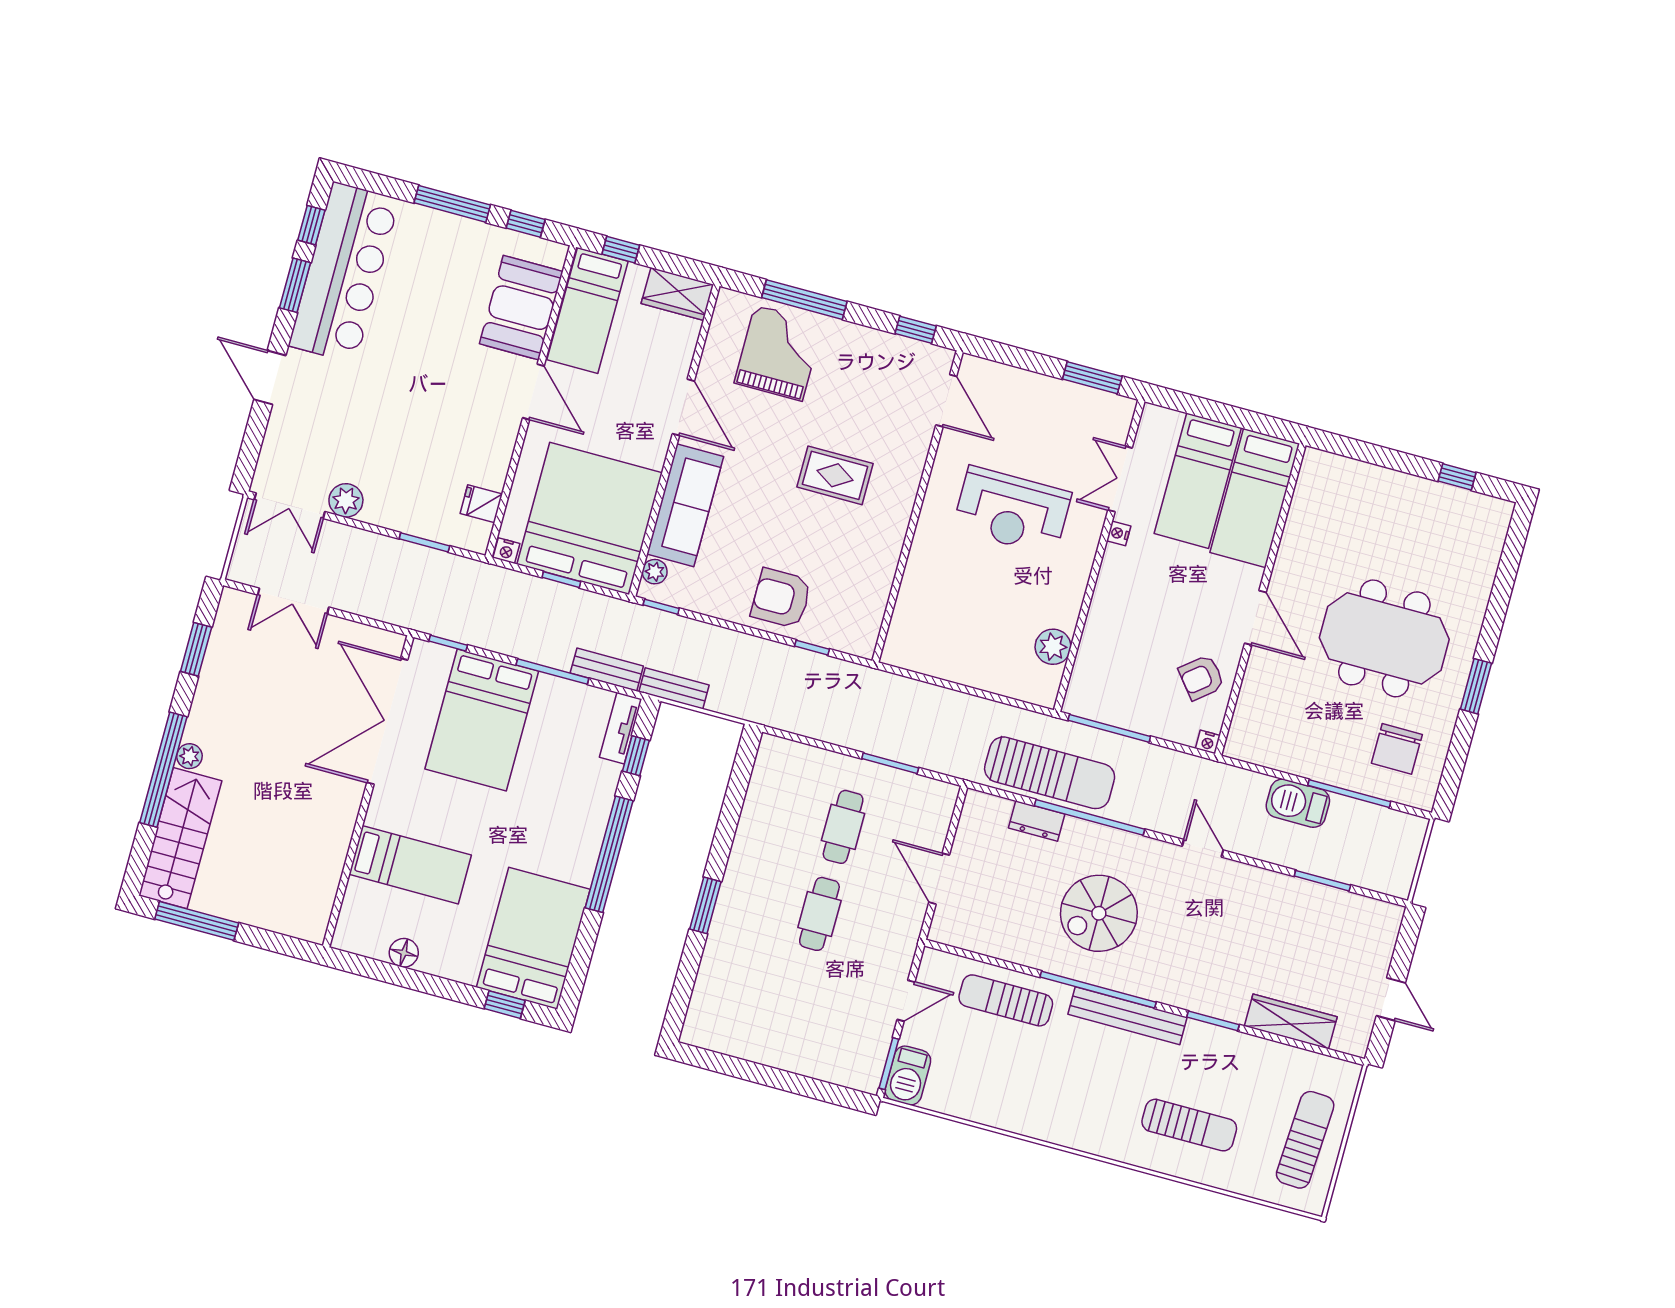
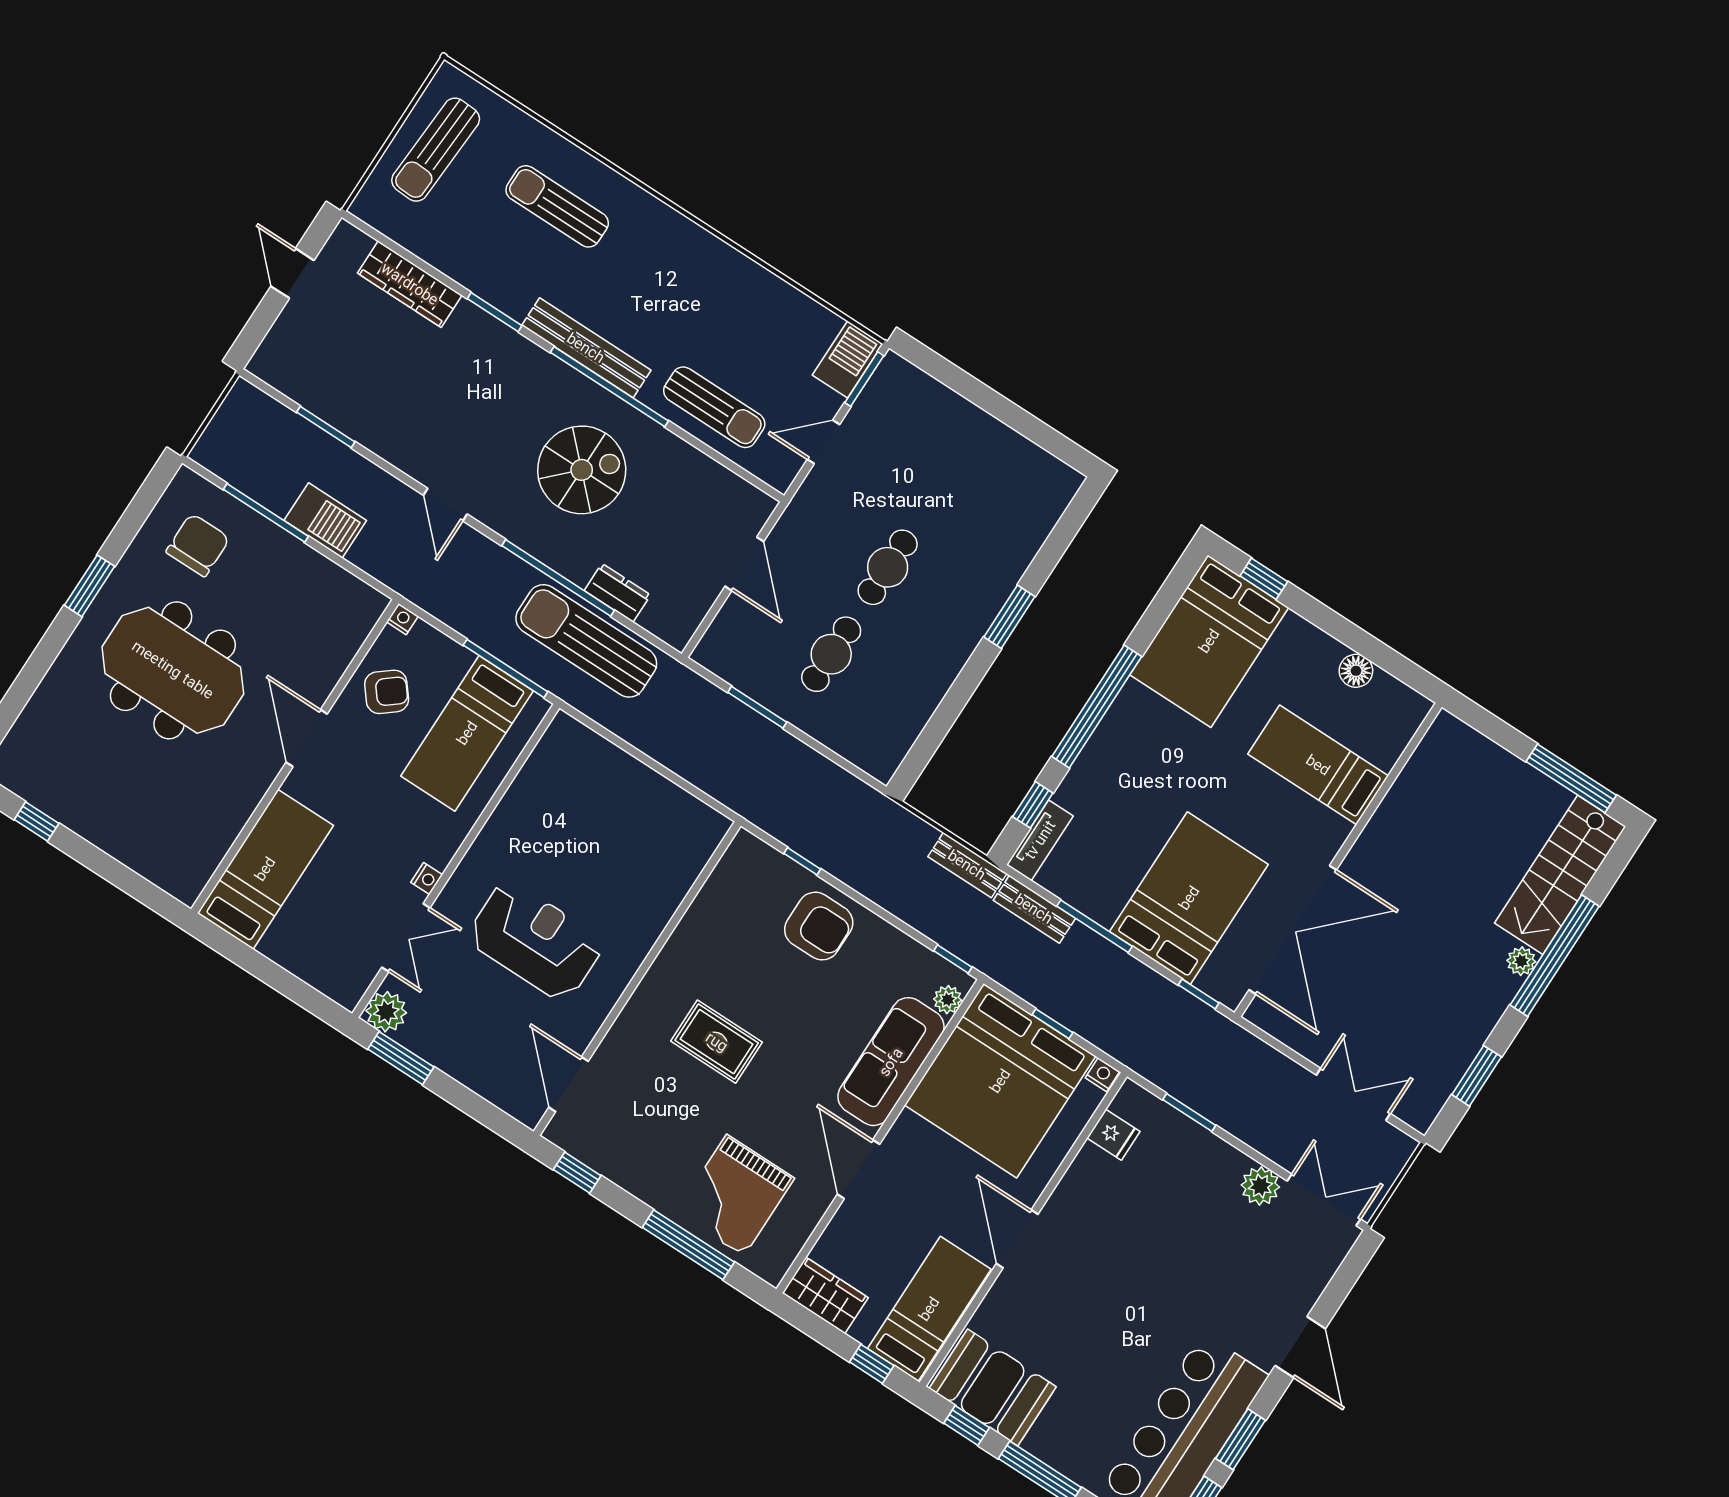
booth: (521, 308) -> (993, 1388), moved, turned 90
bed: (1198, 481) -> (467, 733), moved, turned 180
plant: (1053, 647) -> (386, 1012), moved

